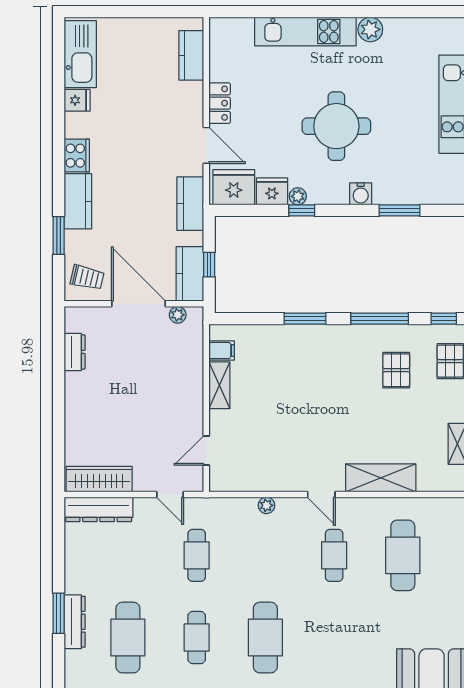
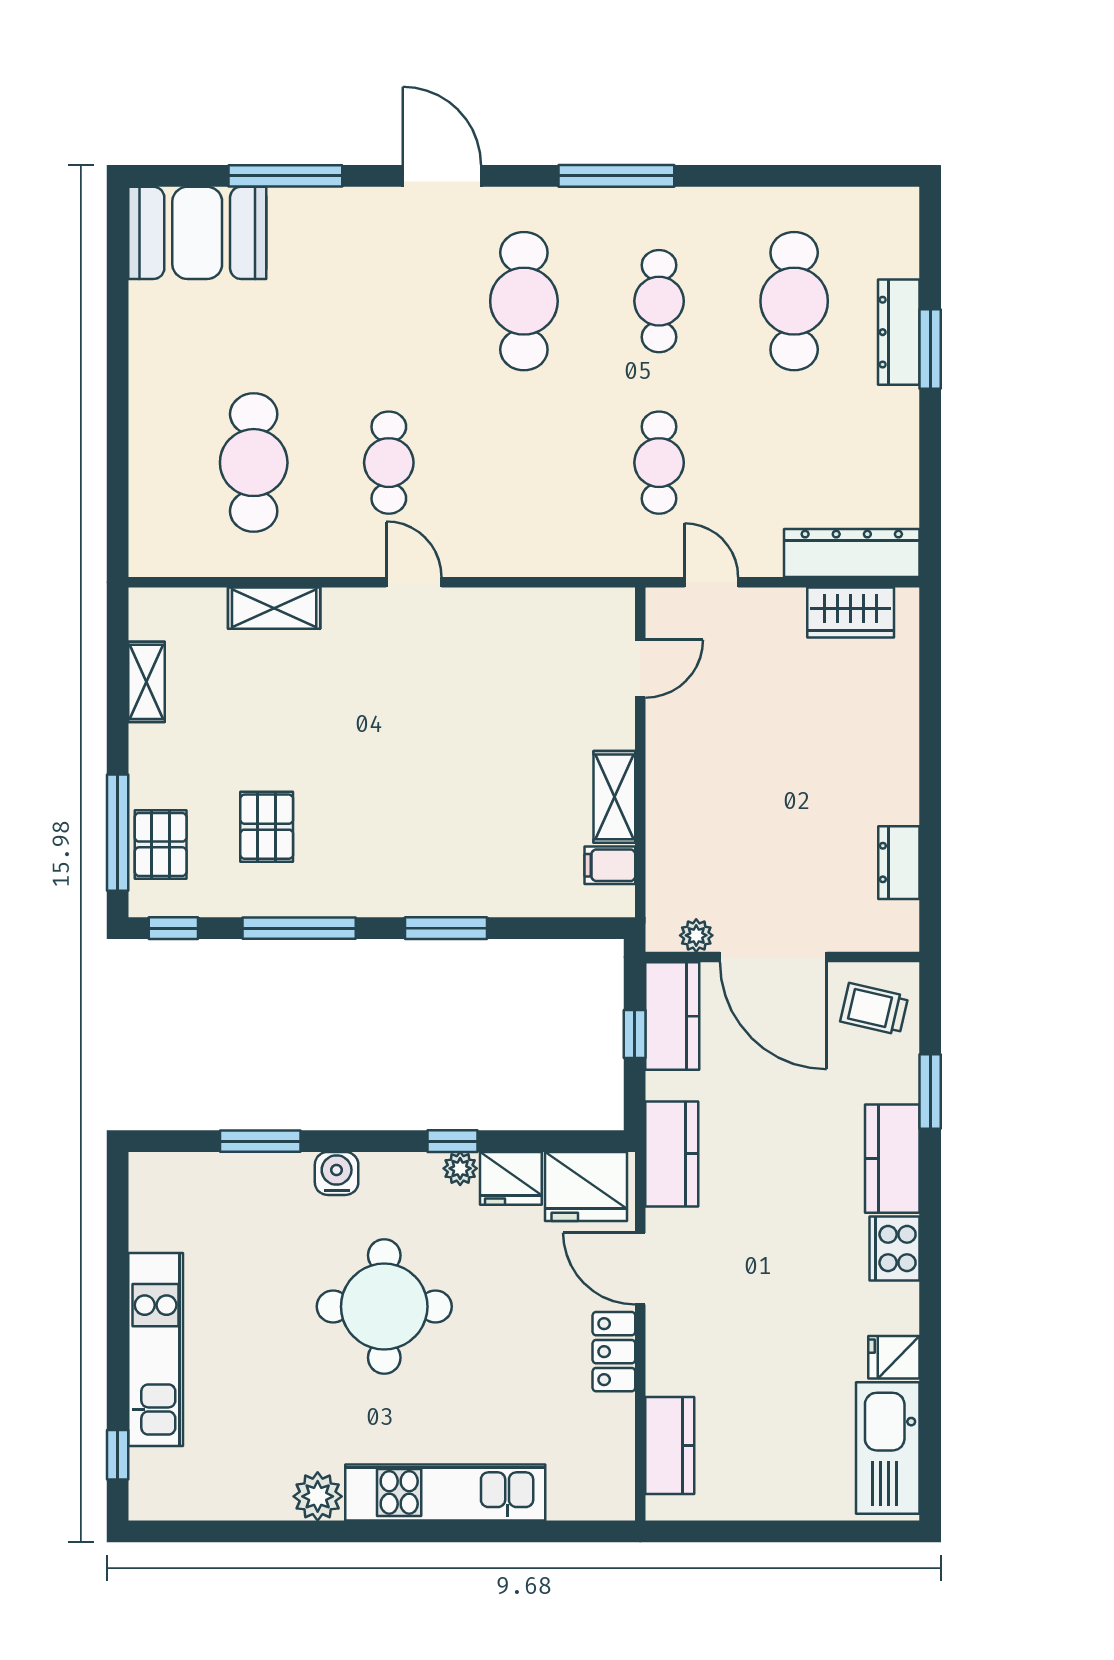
shelving: (381, 478) -> (274, 608), width x0.67, depth x0.75
wardrobe: (99, 479) -> (851, 612), width x0.67
plant: (266, 505) -> (522, 561), removed

